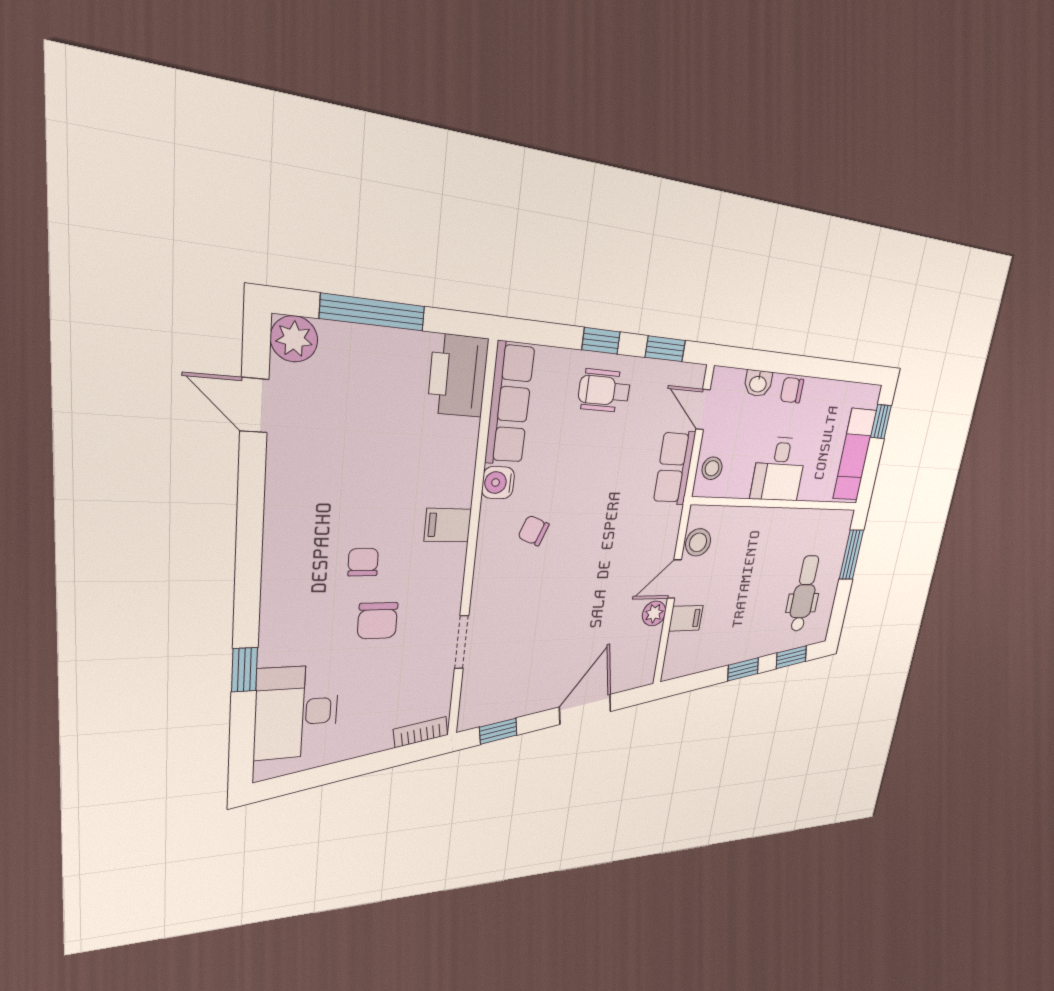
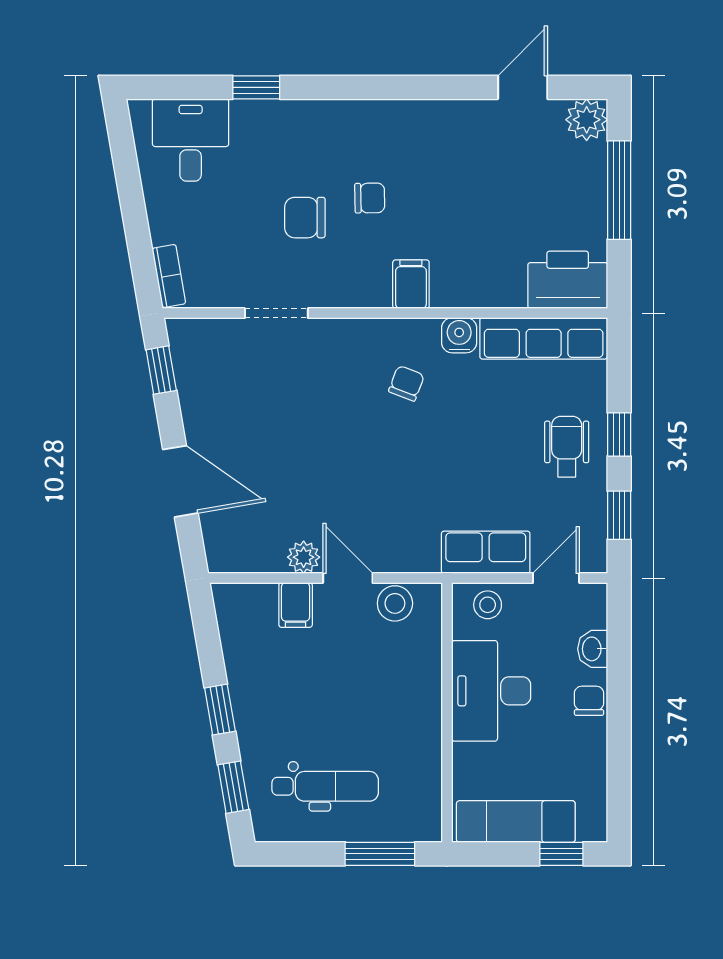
desk: (779, 469) -> (491, 691), width x1.37
desk: (296, 712) -> (191, 140), width x0.73

